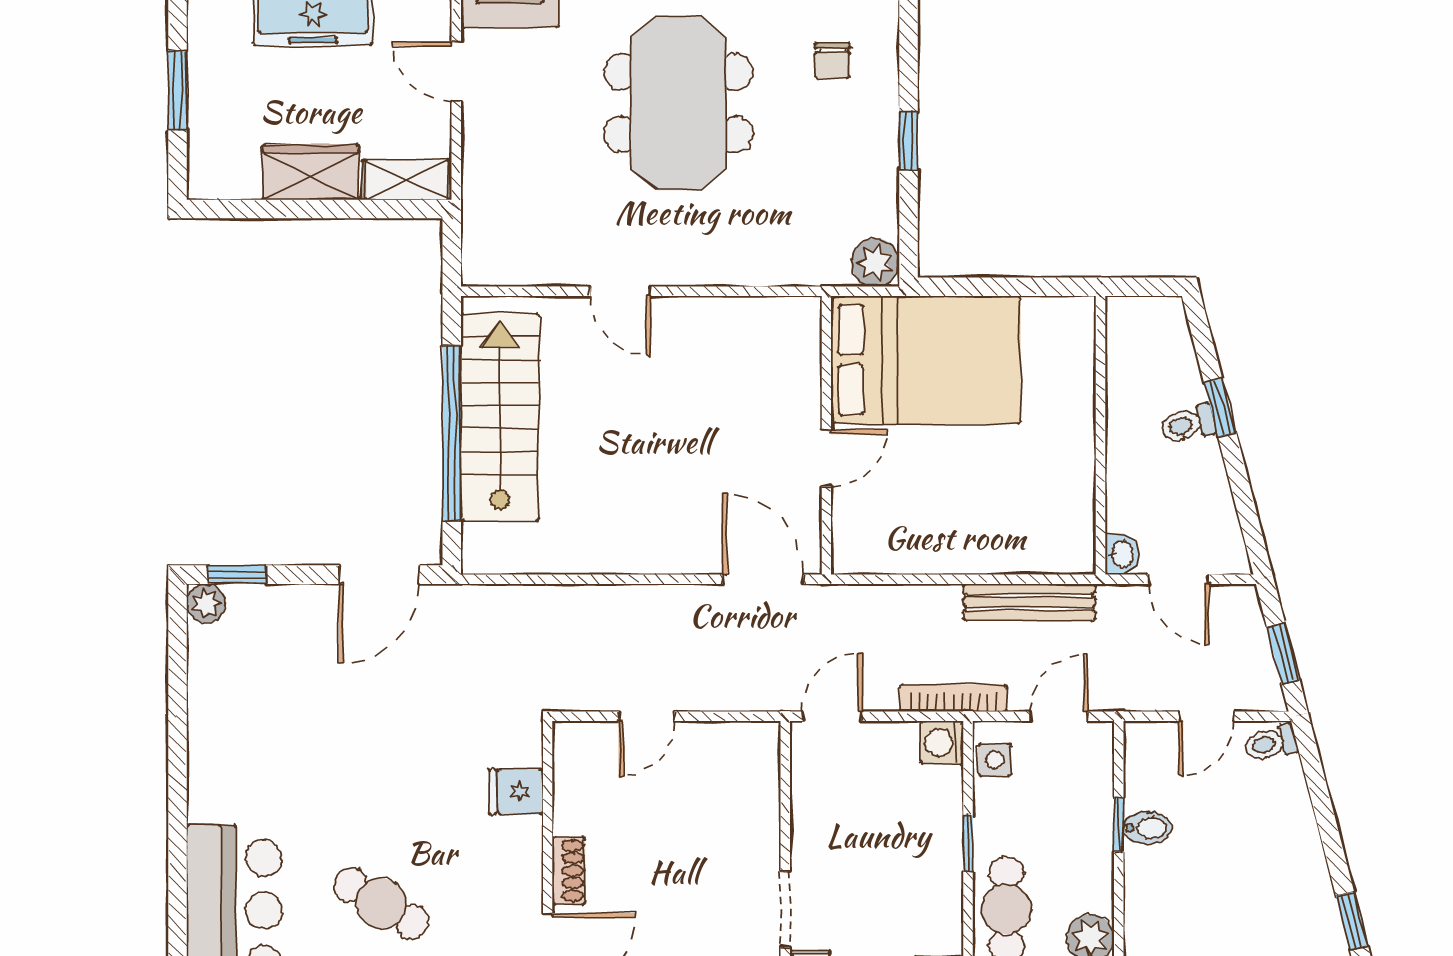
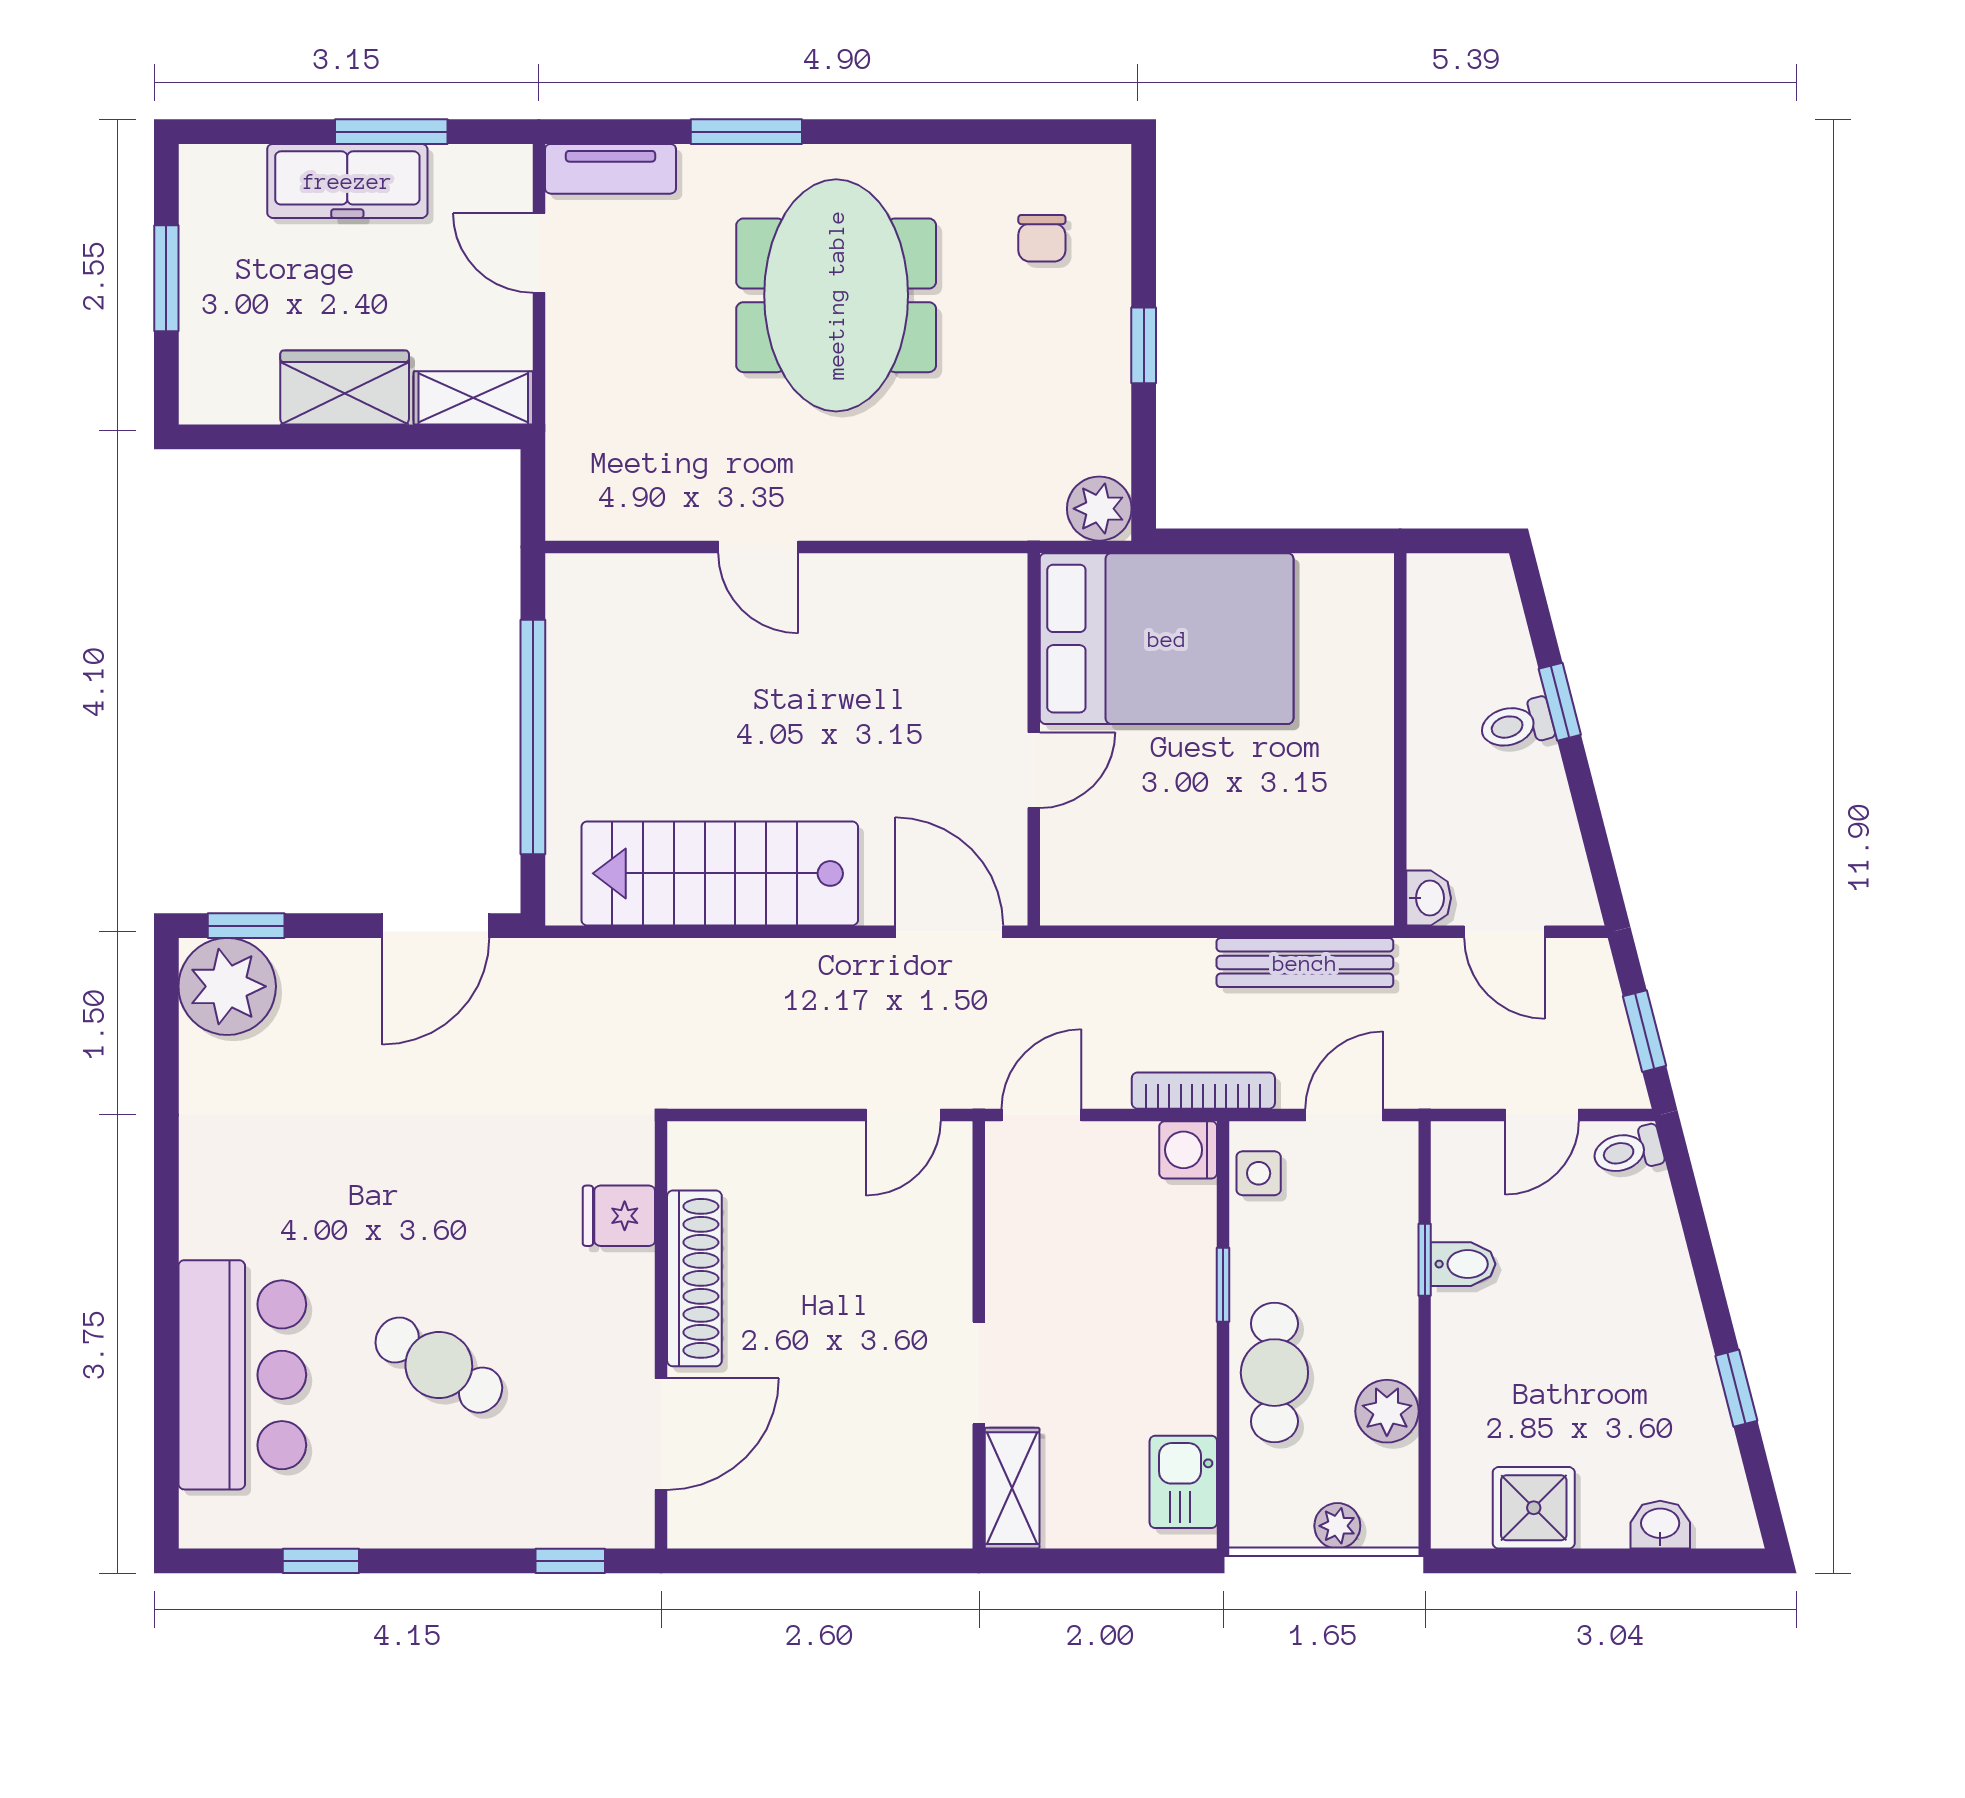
stairs: (500, 417) -> (720, 873), moved, turned -90
plant: (206, 603) -> (227, 986), width x1.87, depth x1.87
door: (647, 716) -> (903, 1115), moved
shoe rack: (569, 871) -> (694, 1278), width x1.94, depth x1.24

